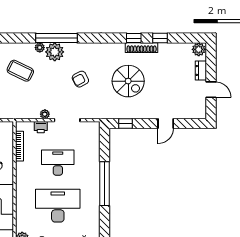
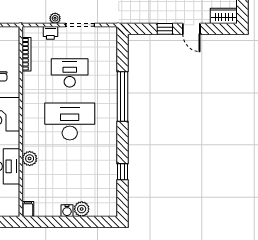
wardrobe: (194, 112) -> (224, 16), added
window: (126, 124) -> (165, 29), moved
door: (166, 124) -> (191, 29), hinge flipped

